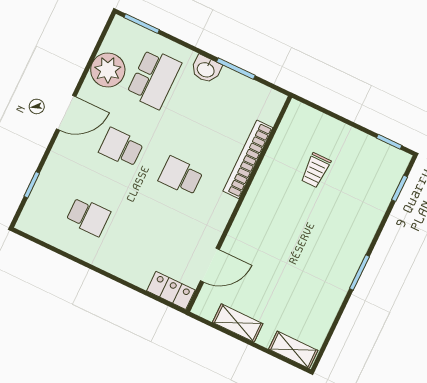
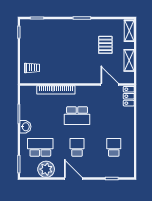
school desk: (121, 148) -> (77, 147), turned 180
trolley: (316, 170) -> (32, 68), moved
school desk: (181, 176) -> (77, 116), width x1.85
pallet: (288, 292) -> (105, 45), added

